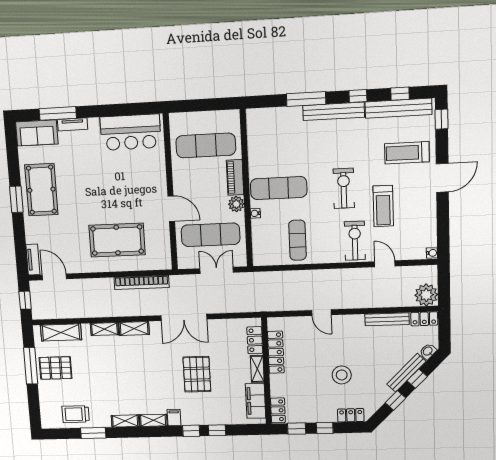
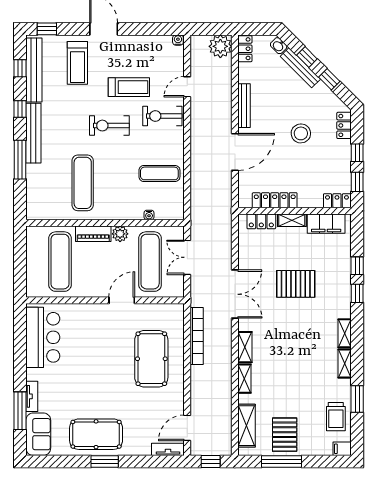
exercise mat: (279, 188) -> (83, 183), moved
water cooler: (255, 213) -> (149, 215), moved
door: (321, 313) -> (235, 152), width x1.88
bench: (387, 319) -> (244, 106), moved
filing cabinet: (174, 418) -> (342, 449), moved

